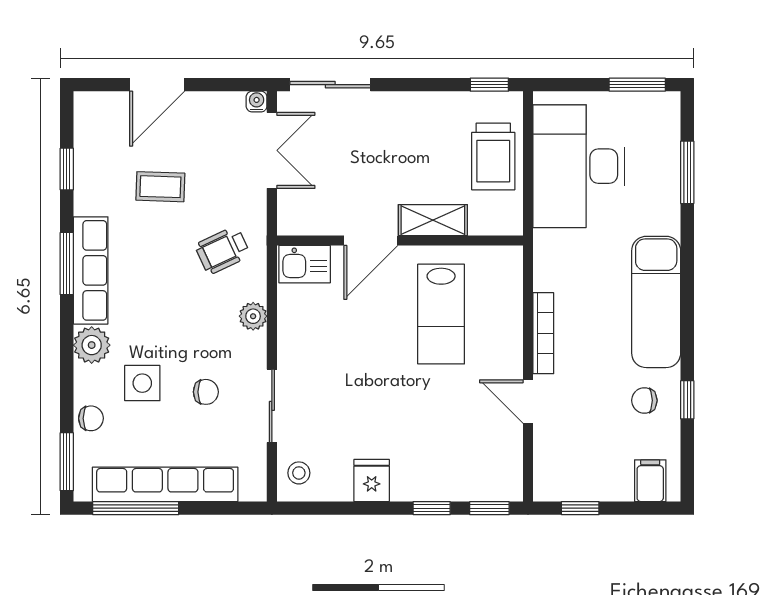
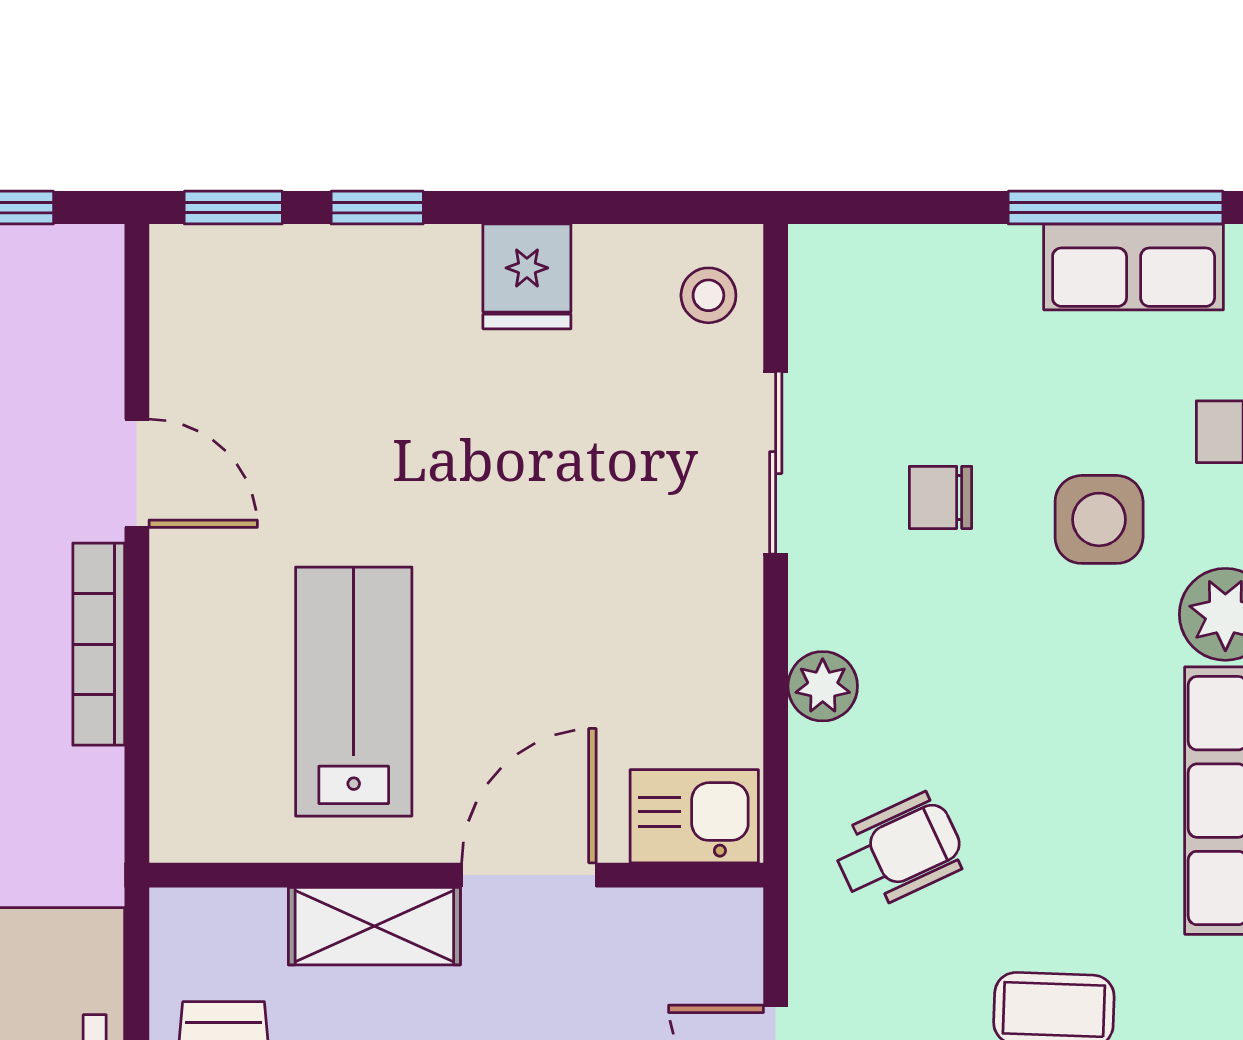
row of seats: (165, 484) -> (1134, 267), width x0.50

